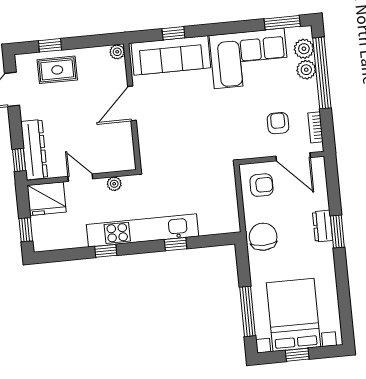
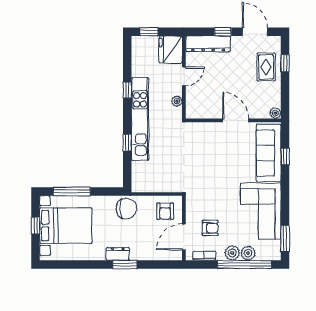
plant: (304, 49) -> (232, 253), moved
window: (19, 160) -> (223, 32), moved
dresser: (323, 226) -> (118, 254), moved

